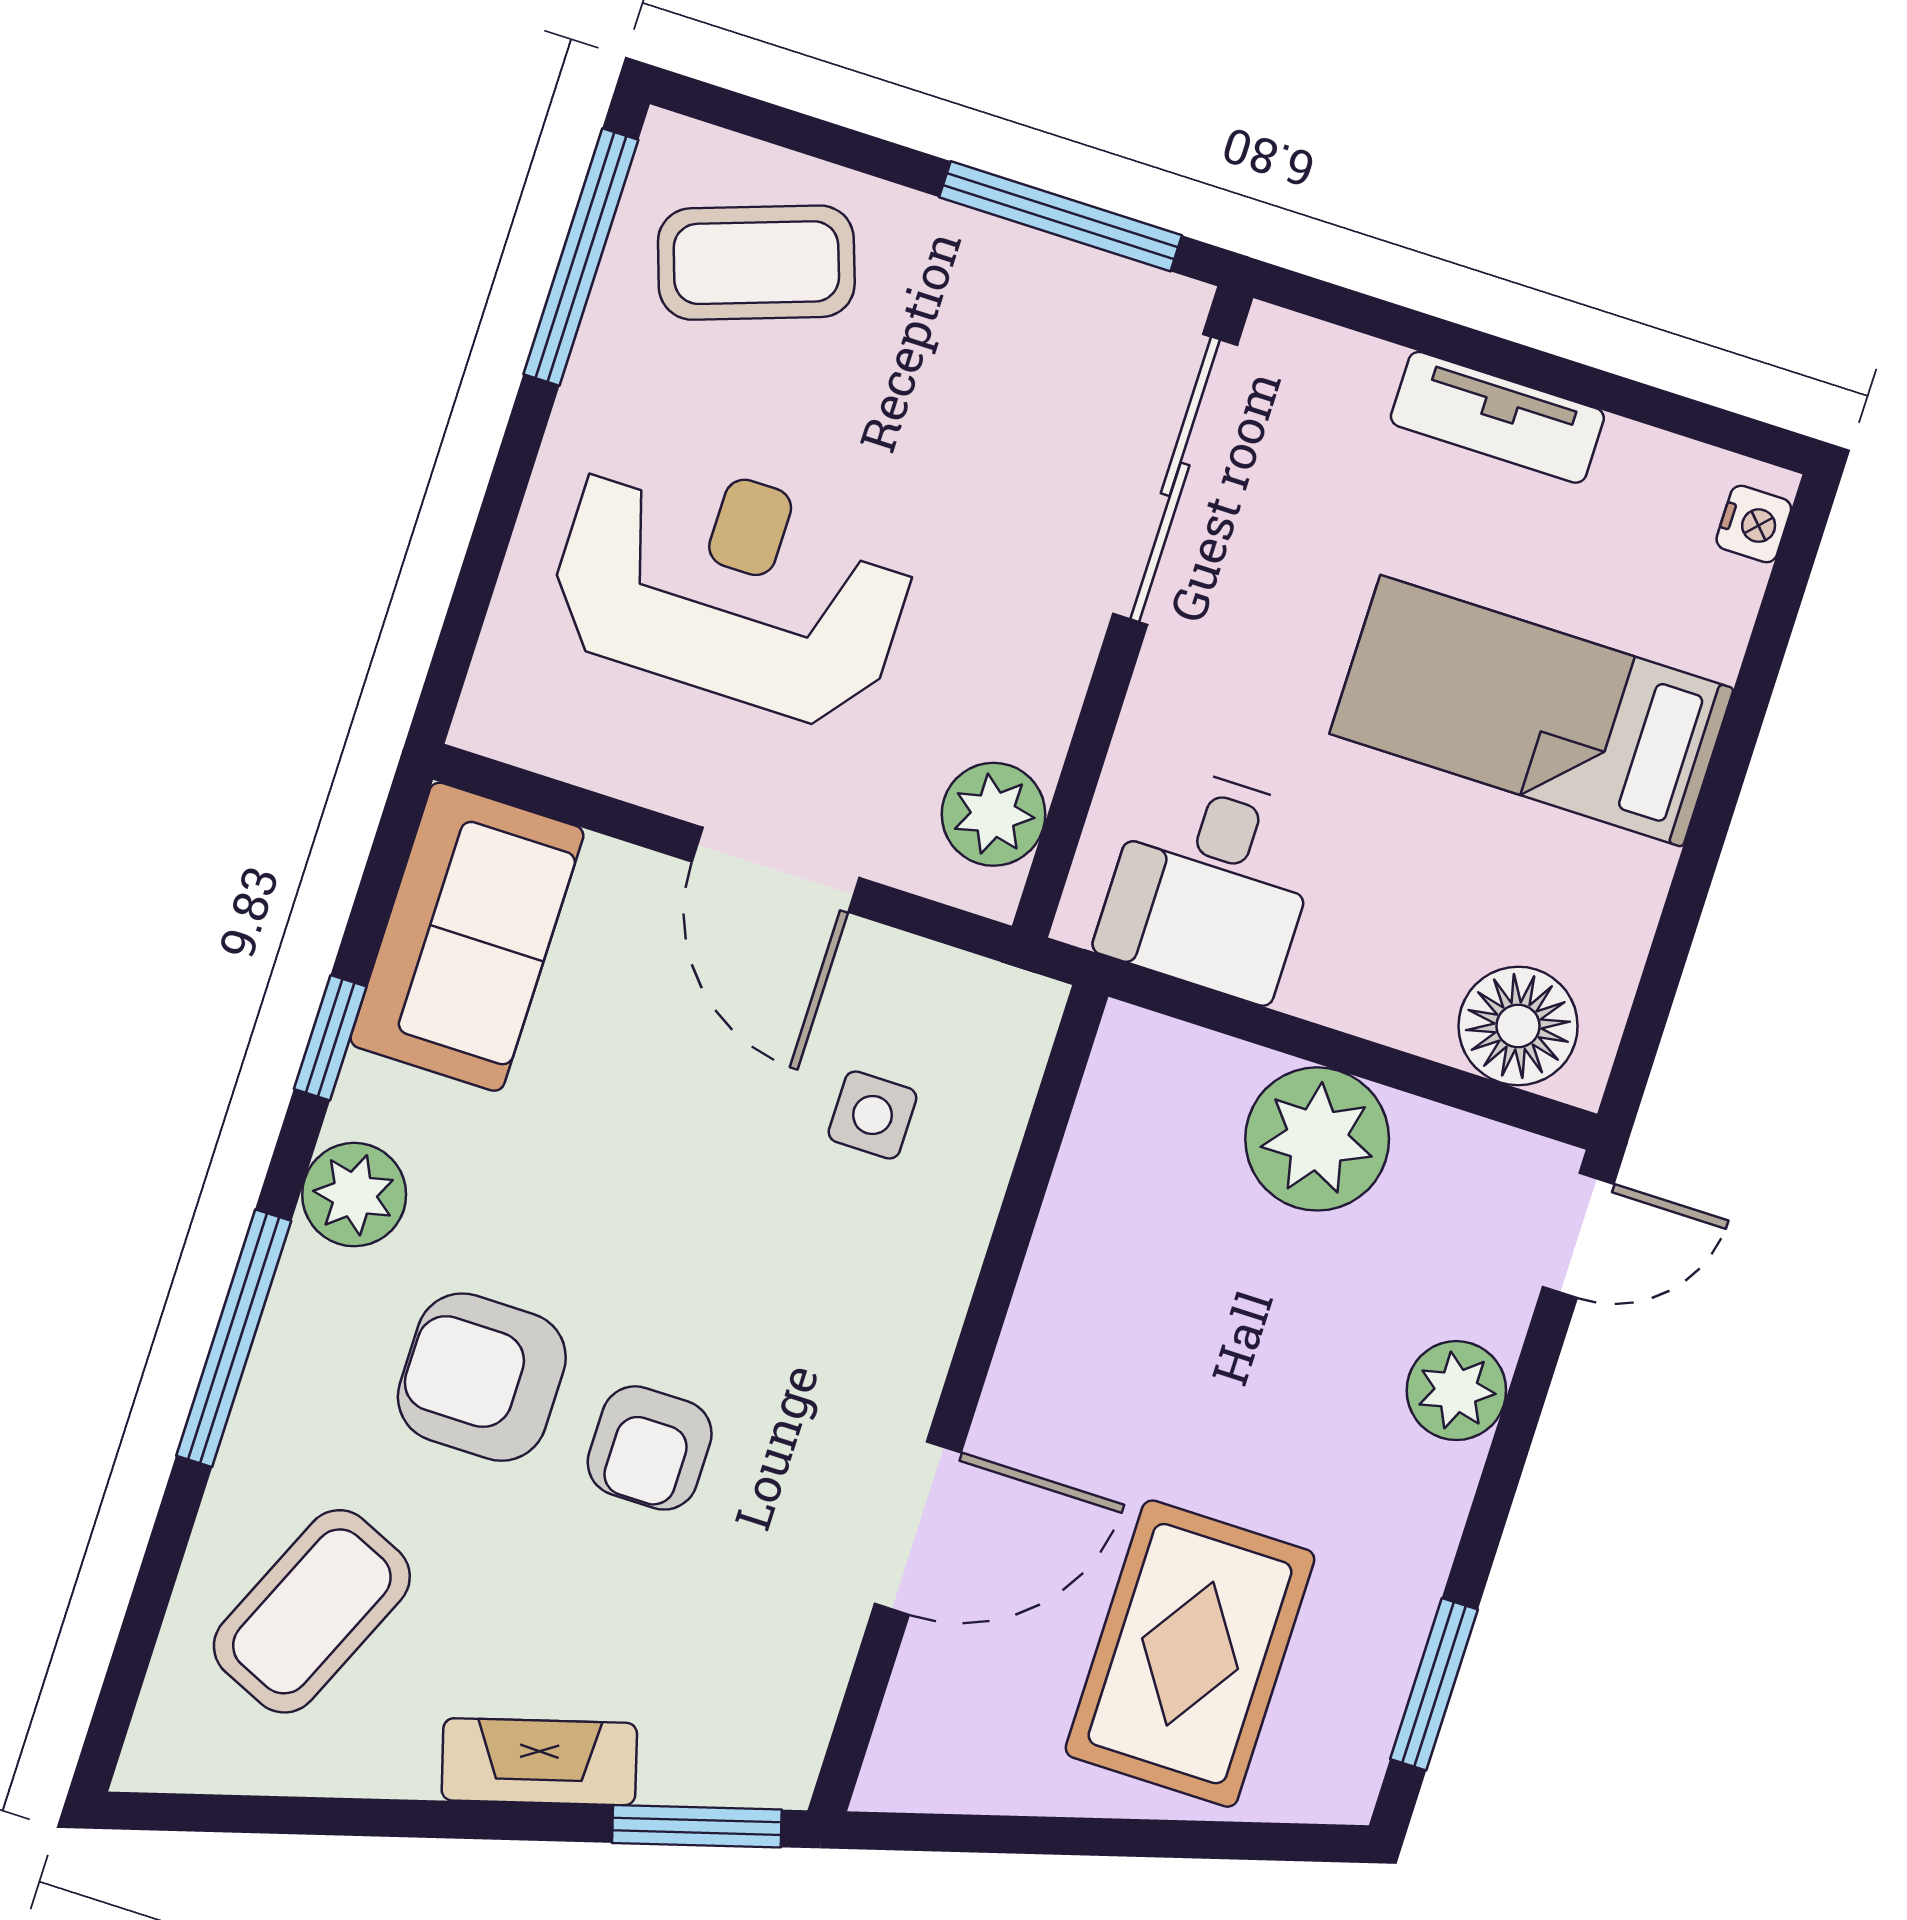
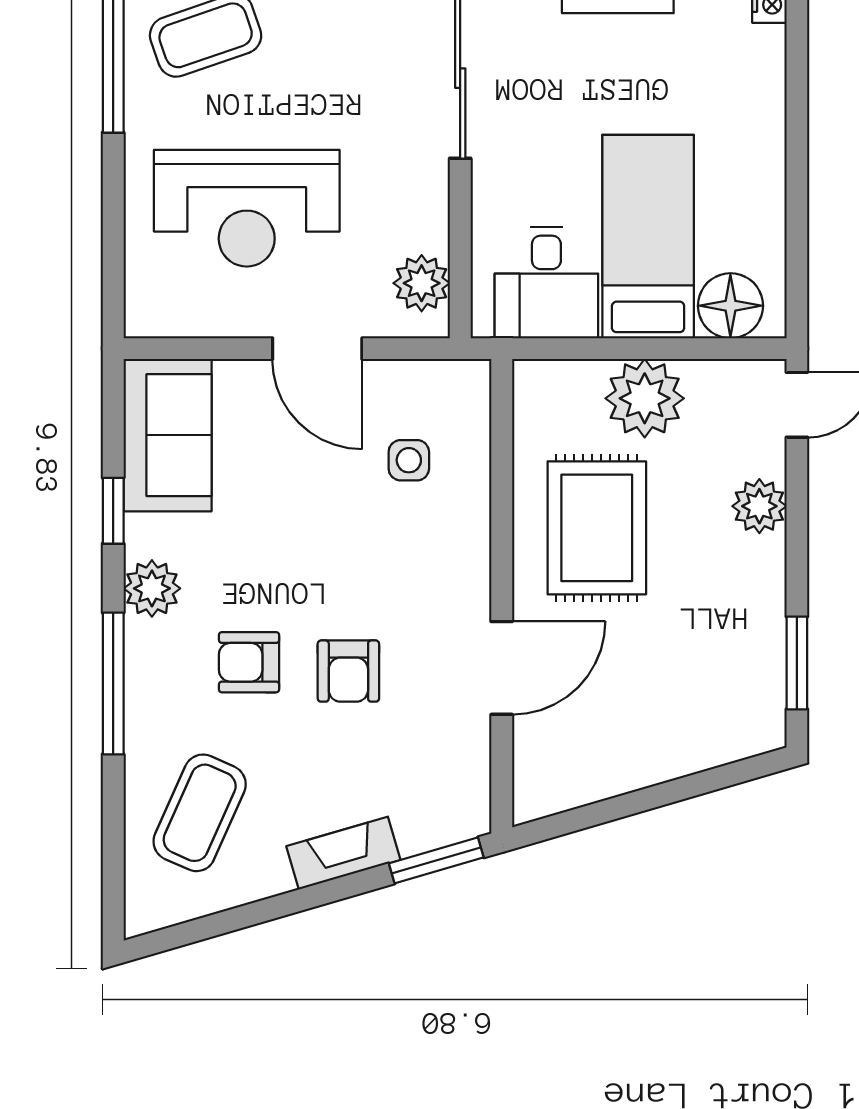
reception desk: (731, 586) -> (247, 208), turned 180
bed: (1532, 711) -> (648, 237), moved, turned 90
armchair: (482, 1377) -> (249, 662), width x0.72, depth x0.72
rug: (1190, 1654) -> (597, 528), moved

